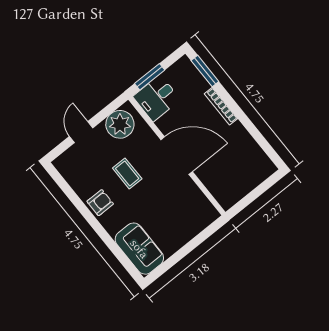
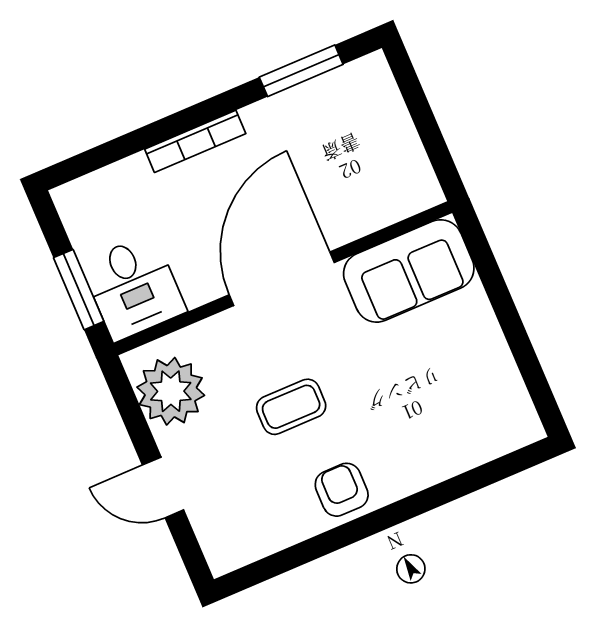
window: (205, 71) -> (301, 71), moved
sofa: (139, 249) -> (409, 271), moved, turned 180

